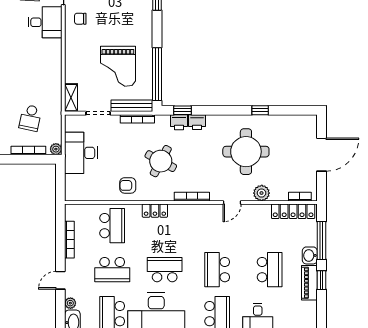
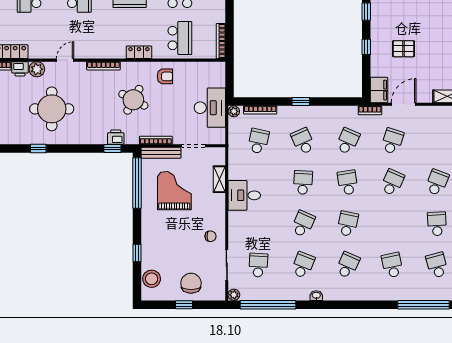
desk: (45, 22) -> (244, 195), moved
shelving: (71, 98) -> (219, 179), moved
printer: (197, 122) -> (20, 69), moved, turned 180
school desk: (112, 226) -> (180, 38), turned 180
bookcase: (69, 240) -> (221, 41), moved

